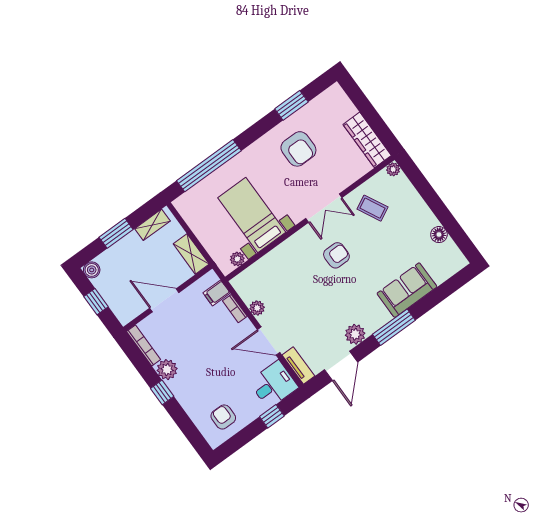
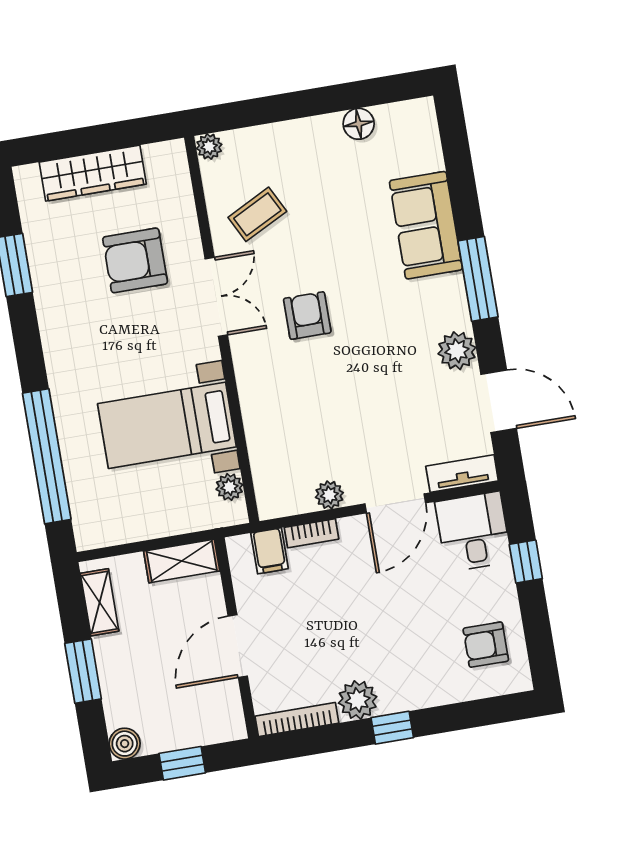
wardrobe: (367, 140) -> (93, 173), moved
armchair: (298, 149) -> (135, 260), moved, turned 180

